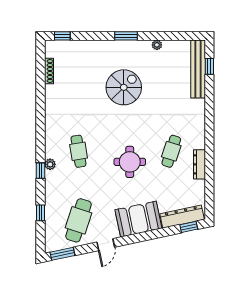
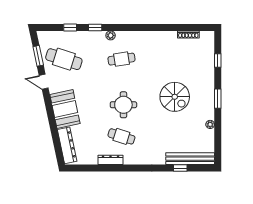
window: (62, 36) -> (218, 61), moved
window: (209, 66) -> (180, 168), moved
round table: (130, 162) -> (123, 105), moved
window: (40, 171) -> (95, 27), moved
window: (189, 227) -> (58, 151), removed
window: (62, 254) -> (38, 56), moved

